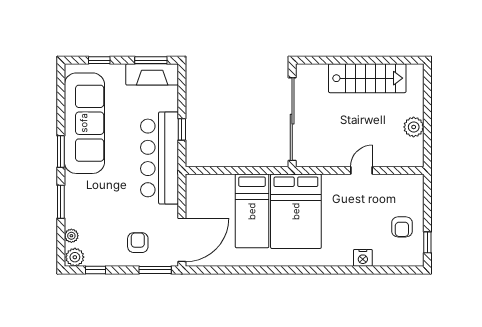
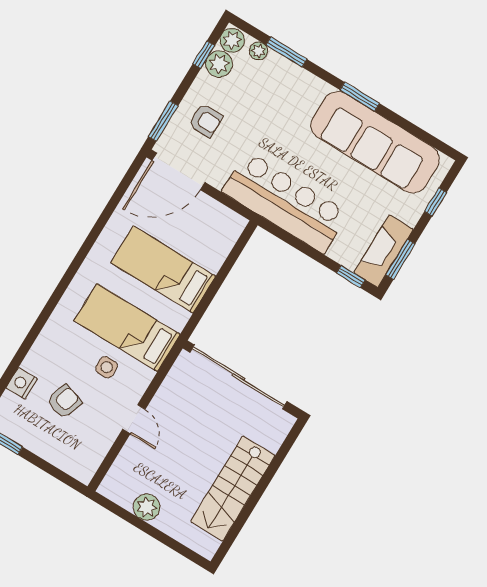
window: (182, 129) -> (351, 277), moved
window: (61, 202) -> (286, 52), moved
side table: (338, 209) -> (107, 367), added
bed: (296, 211) -> (127, 328), width x0.67
armchair: (402, 227) -> (64, 401), moved, turned 108
door: (182, 240) -> (179, 171), hinge flipped
plant: (96, 256) -> (219, 64), added
nightstand: (363, 258) -> (22, 383), moved

